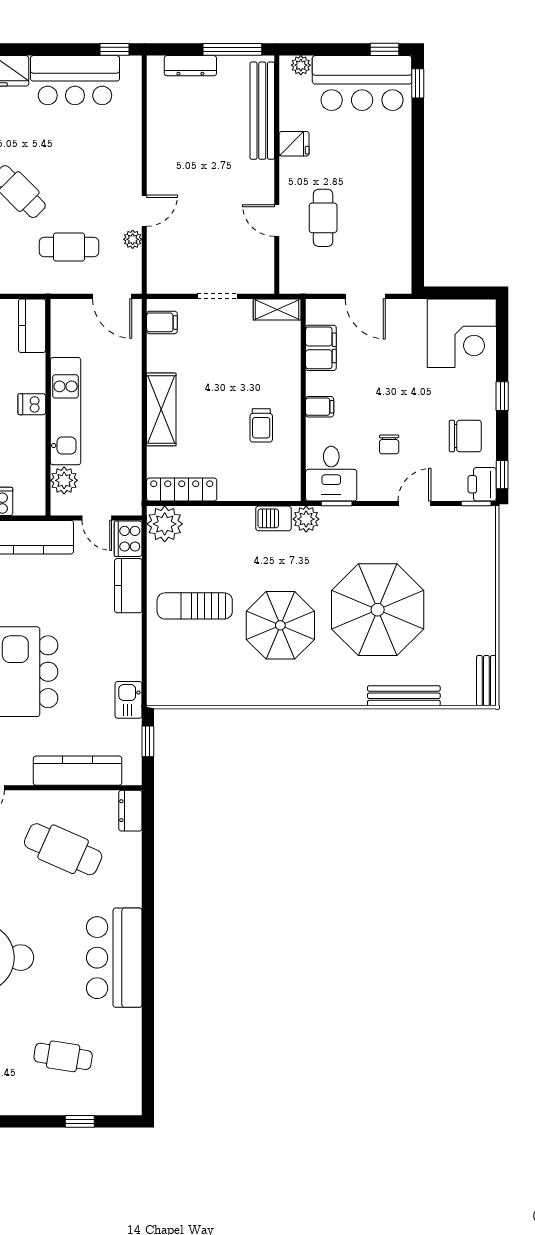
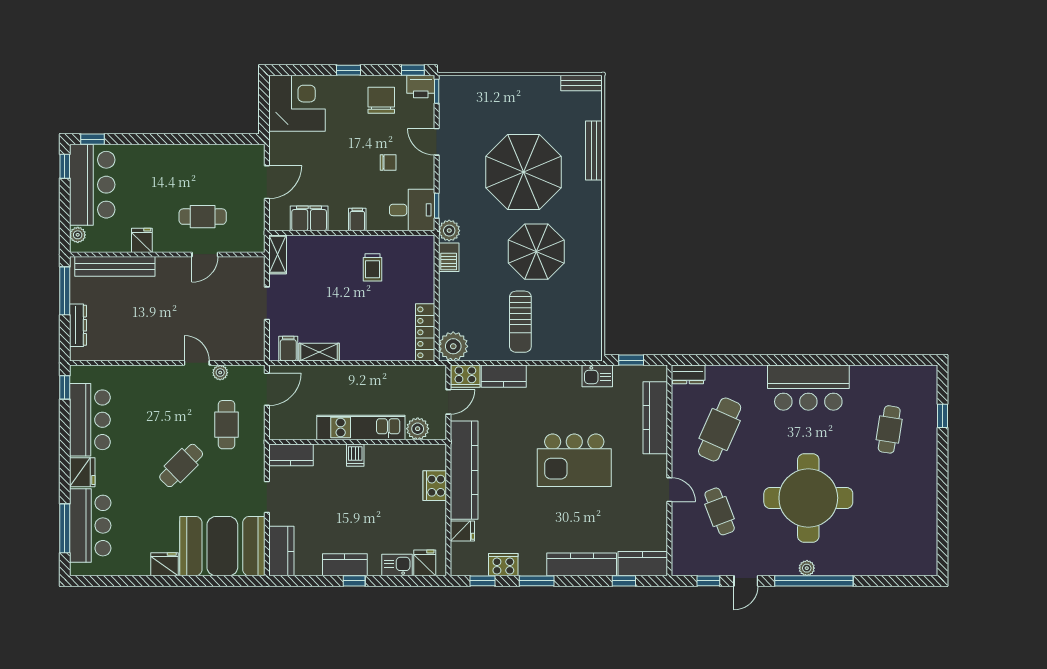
shelving: (161, 409) -> (319, 352), moved, width x0.67, depth x0.75
trolley: (261, 425) -> (373, 267), turned 90

